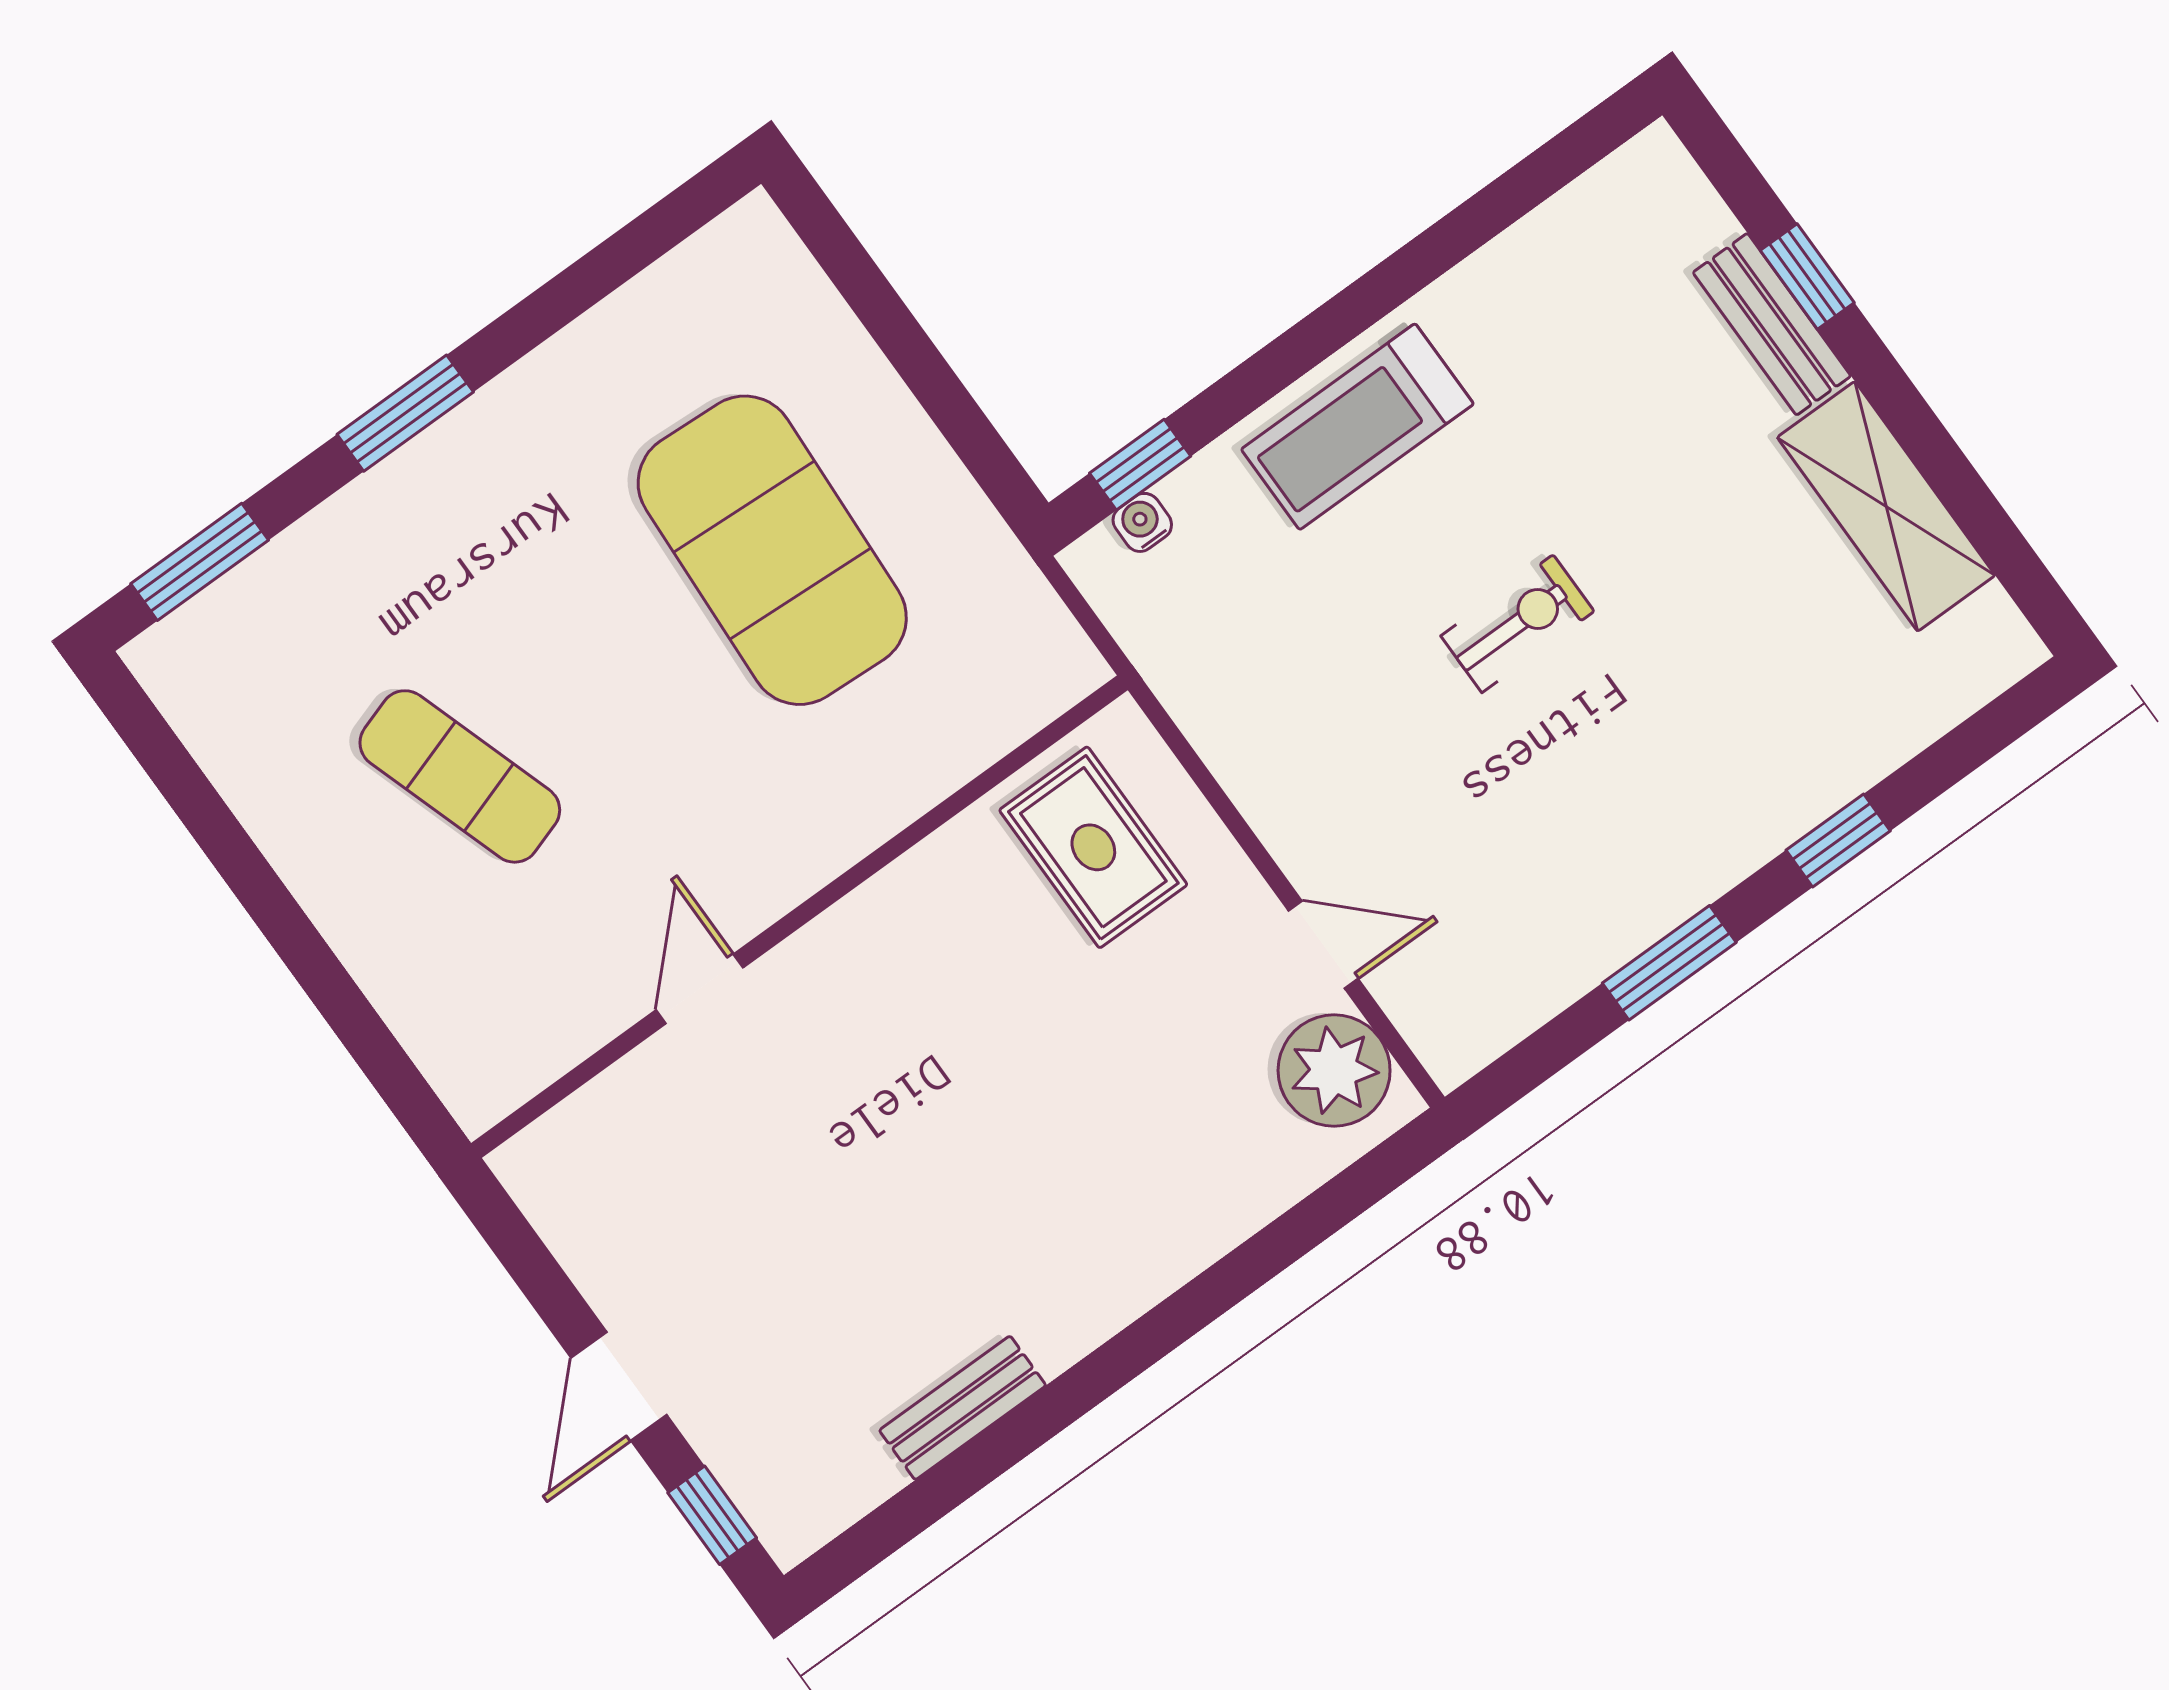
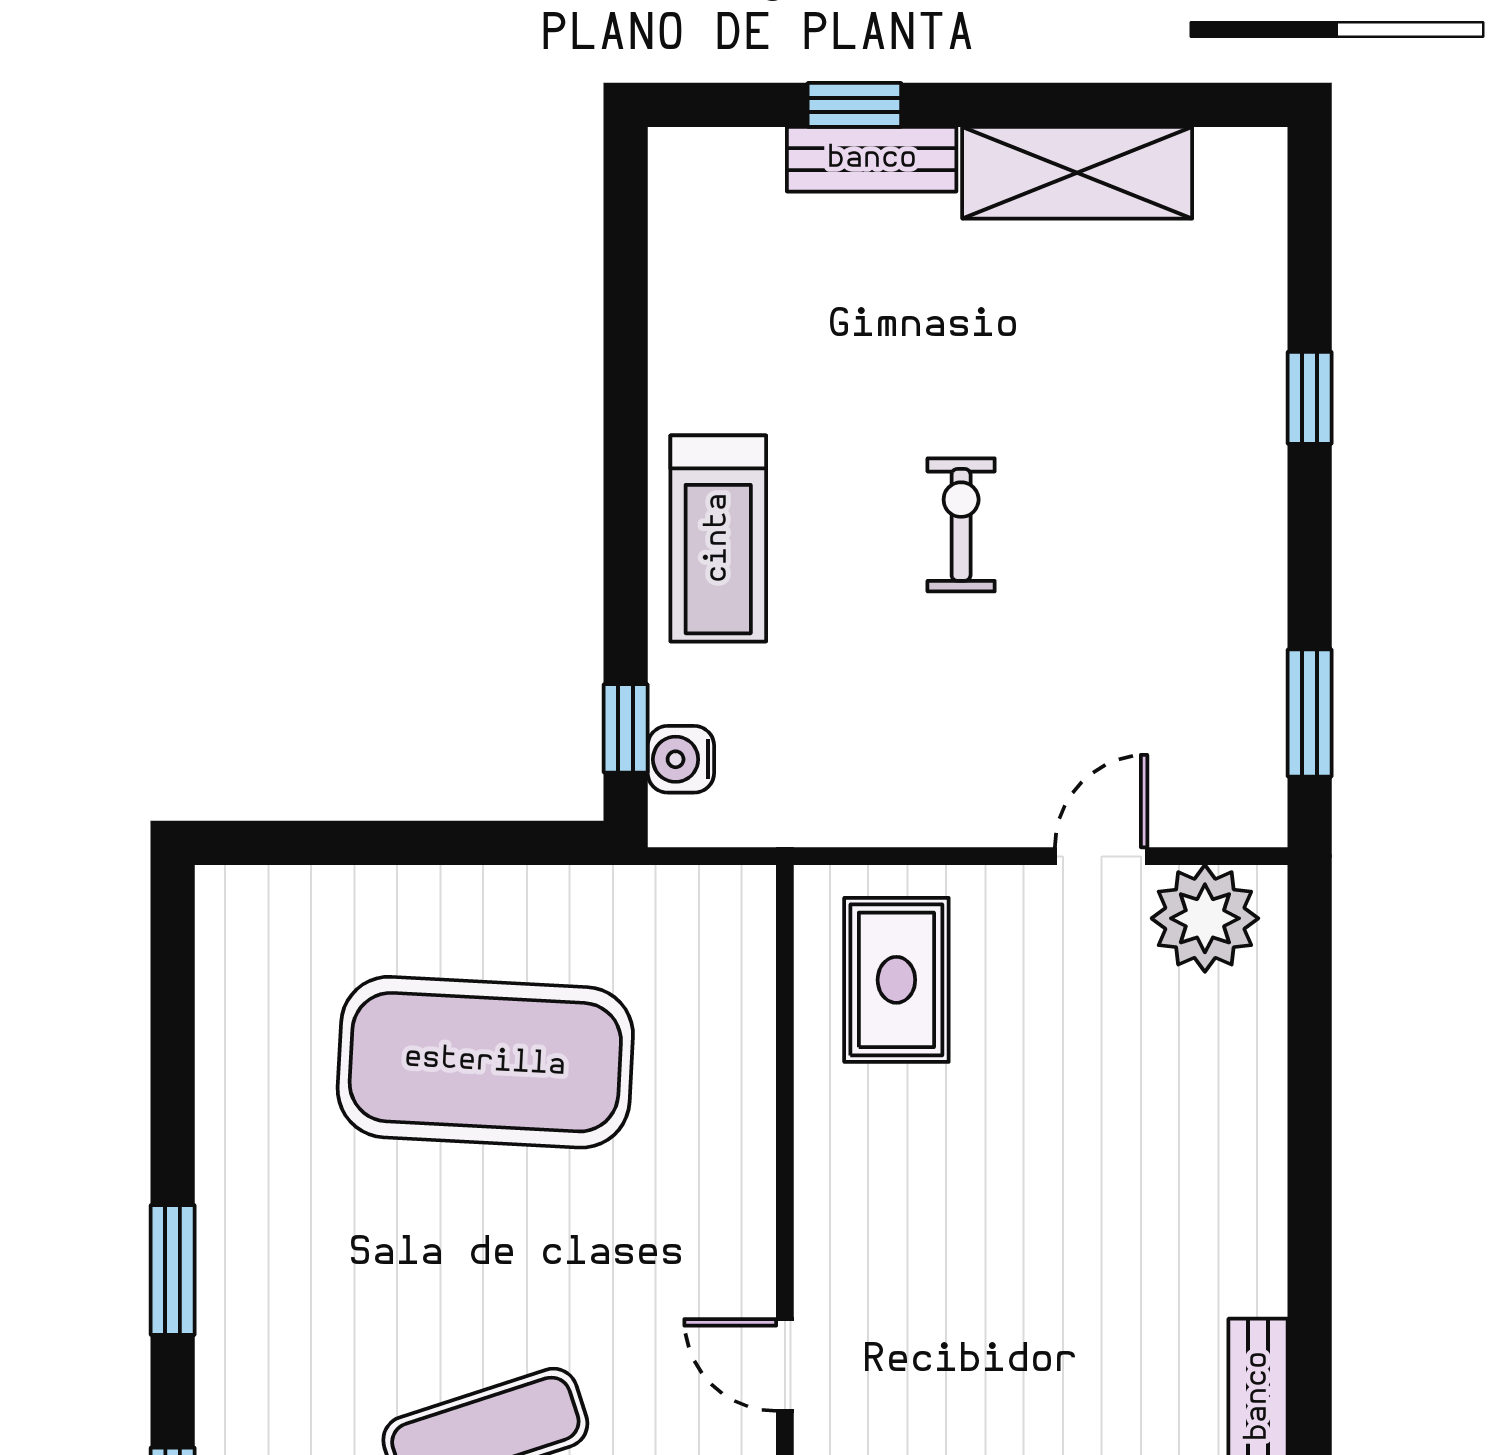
water cooler: (1142, 522) -> (681, 759), width x1.38, depth x1.38
rug: (1093, 847) -> (896, 980), turned 90
window: (1669, 963) -> (1310, 713), moved

